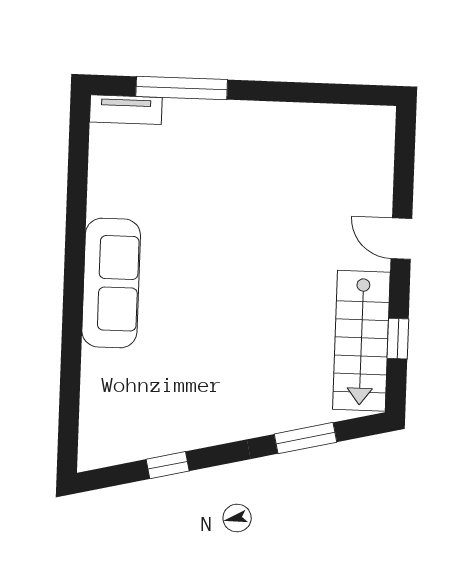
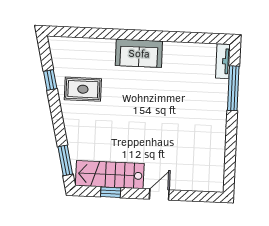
sofa: (111, 283) -> (139, 53), width x0.73
rug: (186, 398) -> (83, 89), added
window: (305, 438) -> (65, 160), moved

